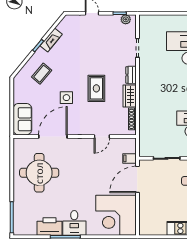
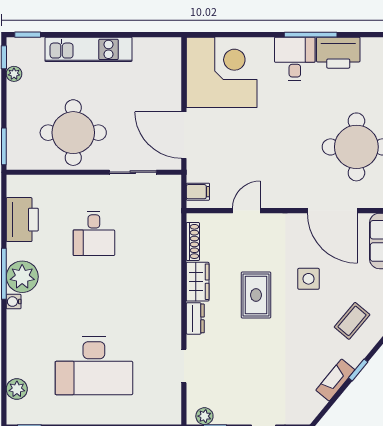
door: (53, 136) -> (332, 211), hinge flipped
filing cabinet: (129, 158) -> (198, 192), moved
door: (137, 179) -> (184, 135), swing flipped

